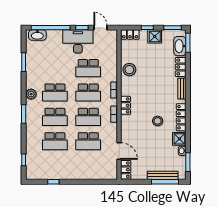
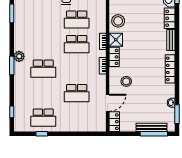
school desk: (55, 93) -> (43, 44), removed
plant: (31, 94) -> (19, 56), moved
school desk: (88, 117) -> (77, 69), removed
stool: (158, 121) -> (126, 81), moved
shower: (179, 139) -> (116, 40), moved
school desk: (55, 141) -> (43, 118), moved
door: (119, 151) -> (108, 103), hinge flipped

